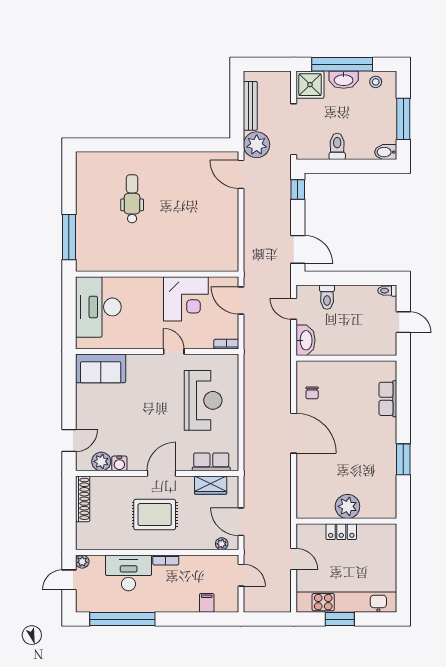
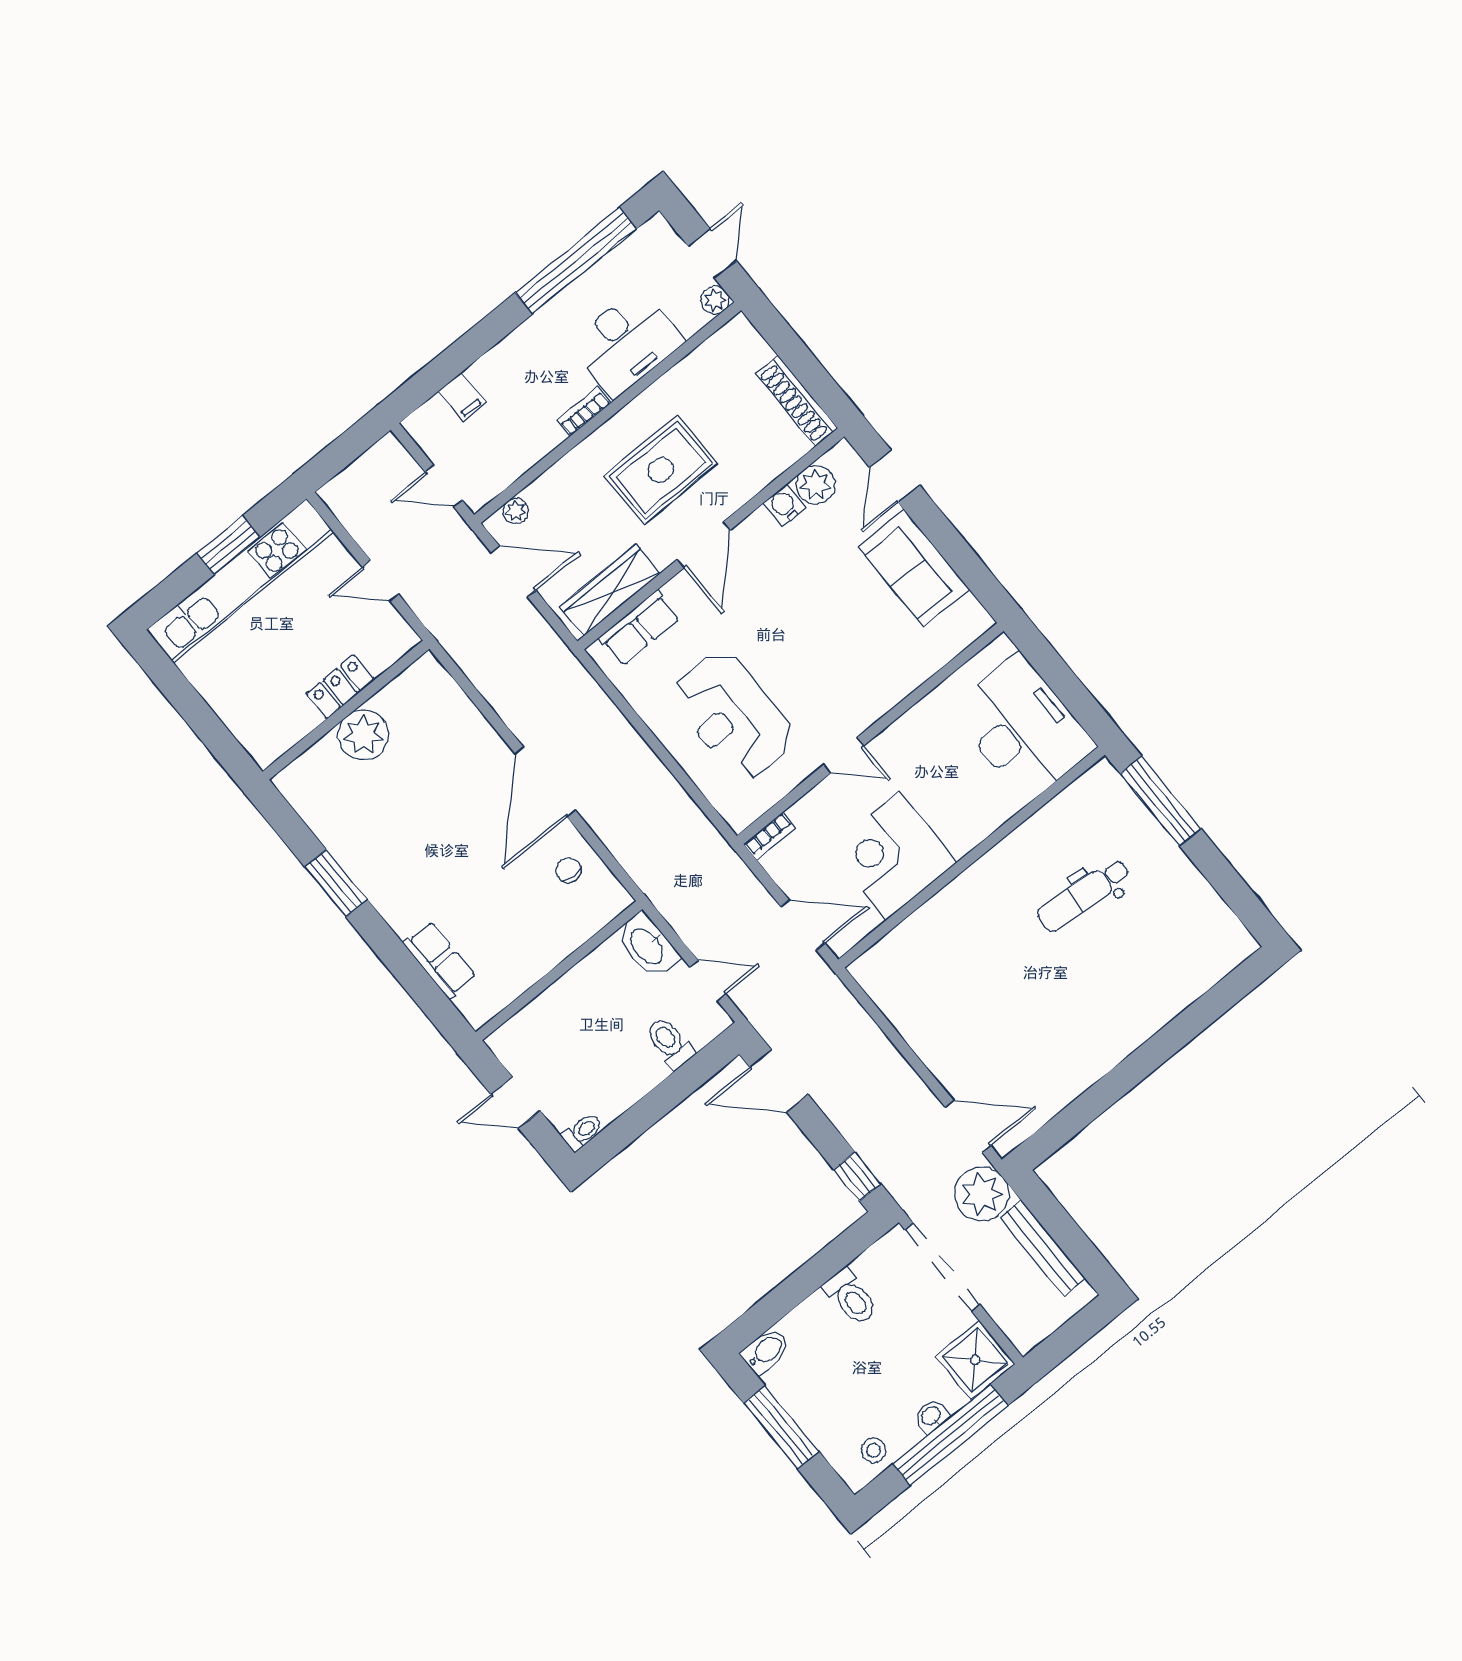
washbasin: (344, 80) -> (931, 1416), width x0.52, depth x0.69
dental chair: (132, 199) -> (1084, 895), moved, turned 95
sofa: (101, 368) -> (914, 568), moved, turned -90
door: (294, 433) -> (545, 782), hinge flipped
wardrobe: (211, 485) -> (610, 590), width x1.50

